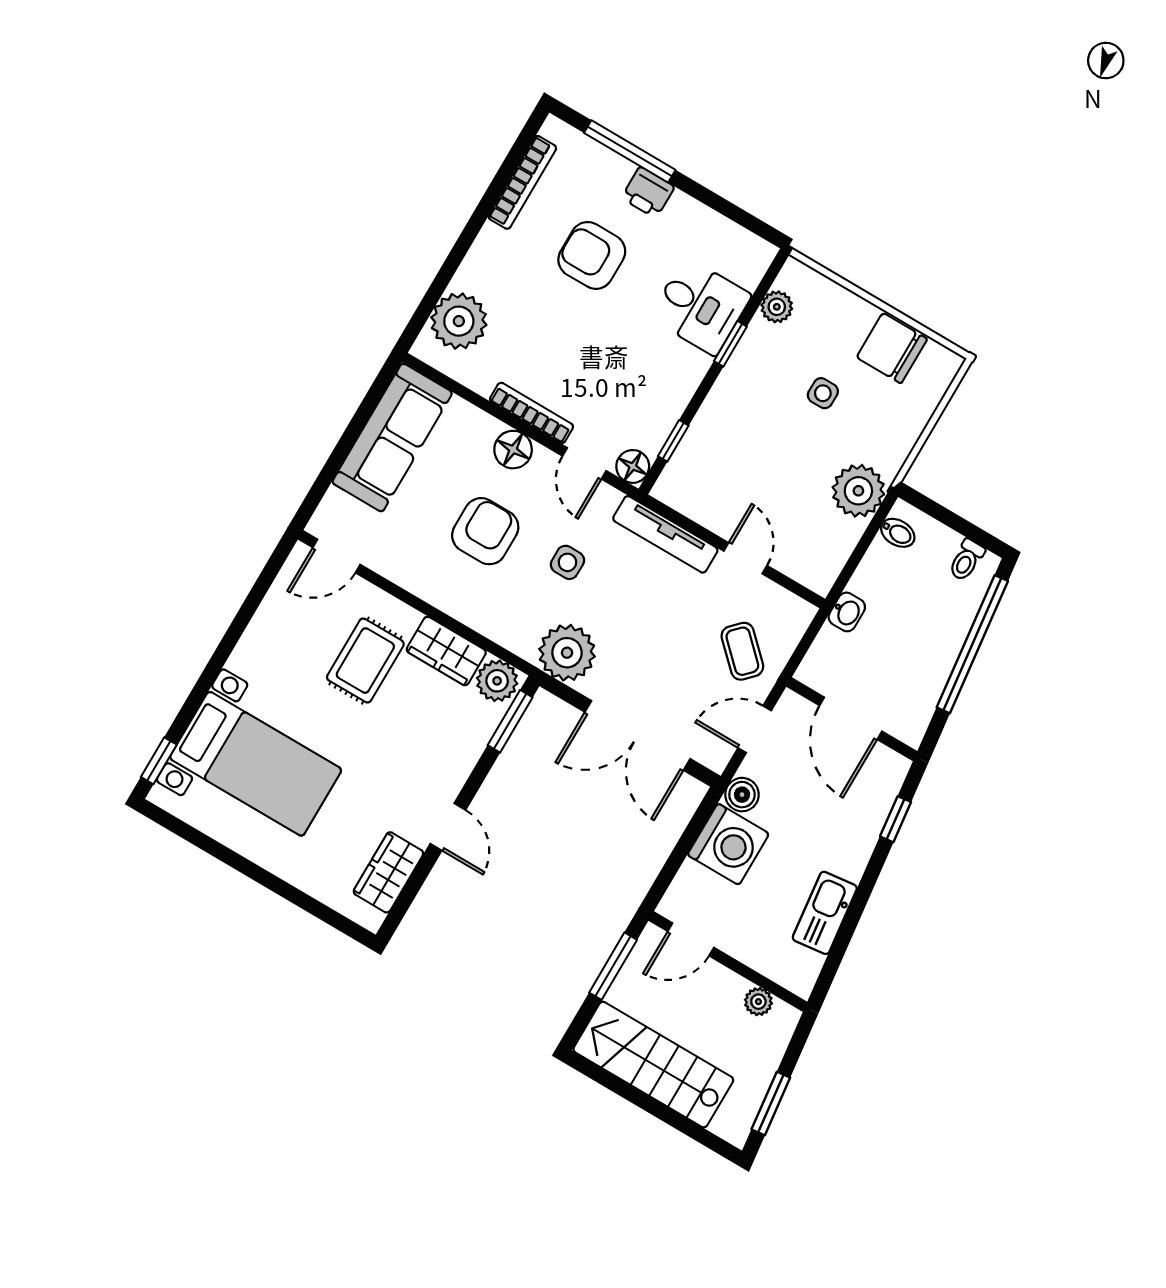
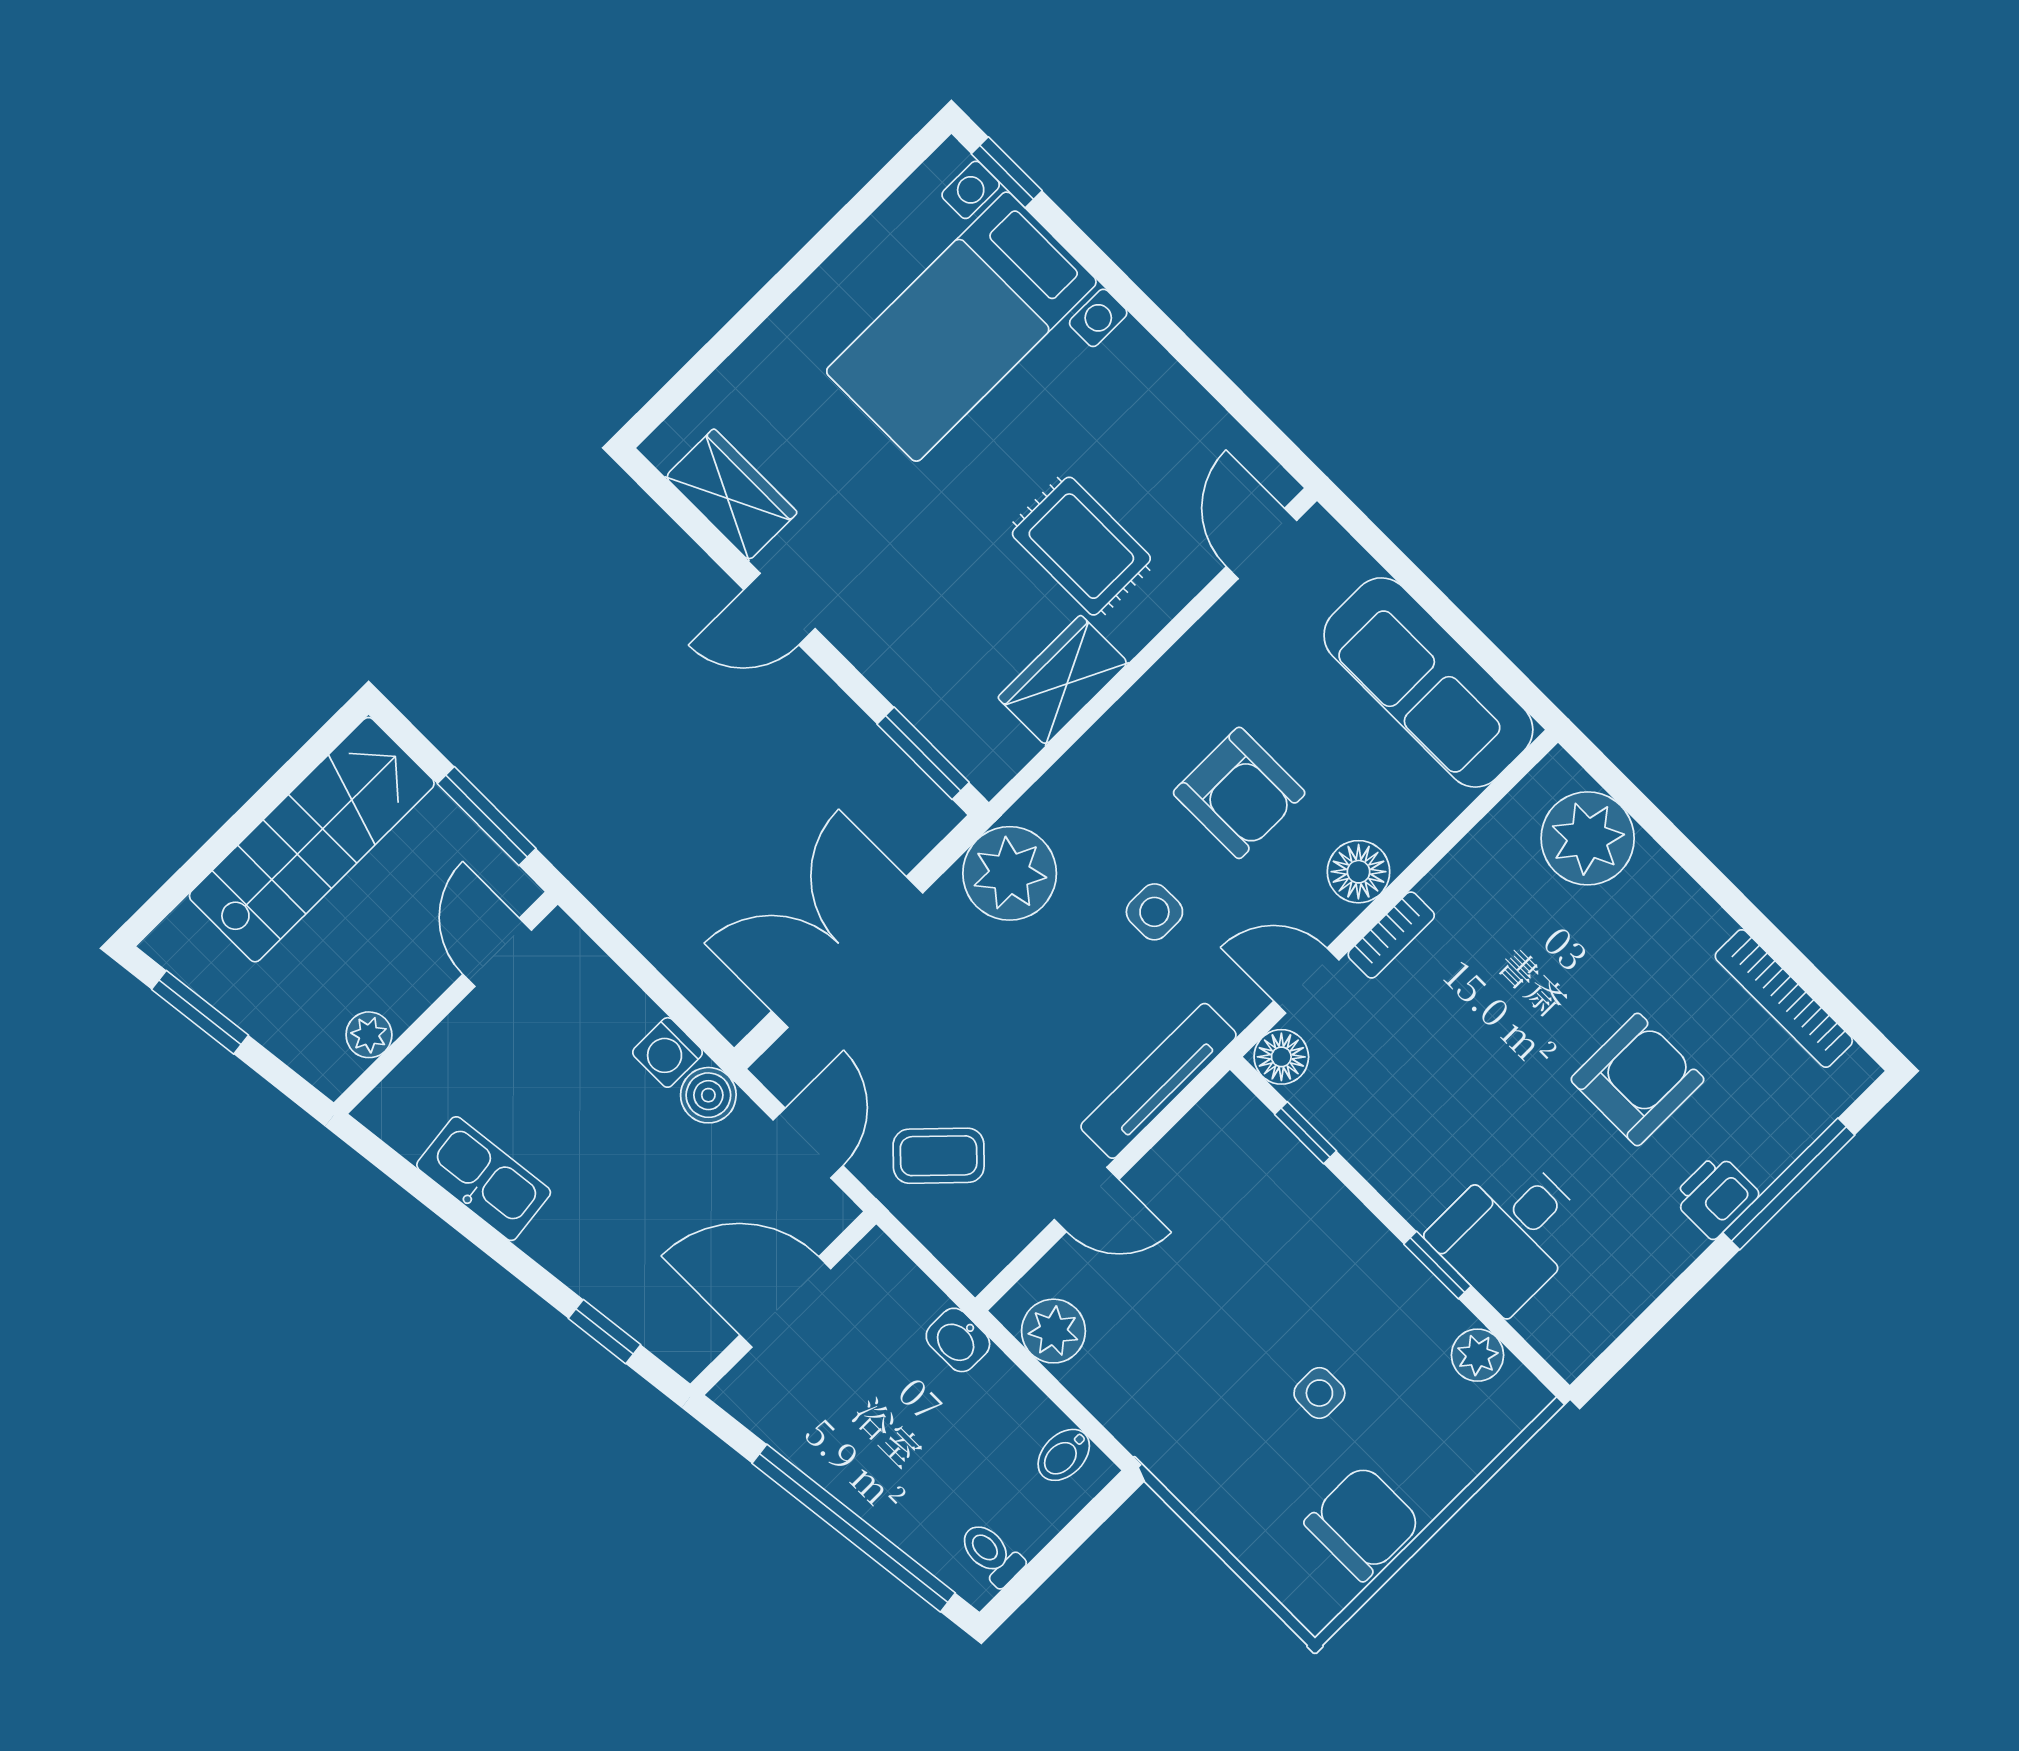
bookcase: (532, 413) -> (1391, 935), width x0.64
plant: (858, 491) -> (1053, 1331), moved, width x0.73, depth x0.73
plant: (497, 681) -> (994, 749), removed
washing machine: (728, 844) -> (668, 1052), width x0.53, depth x0.53

